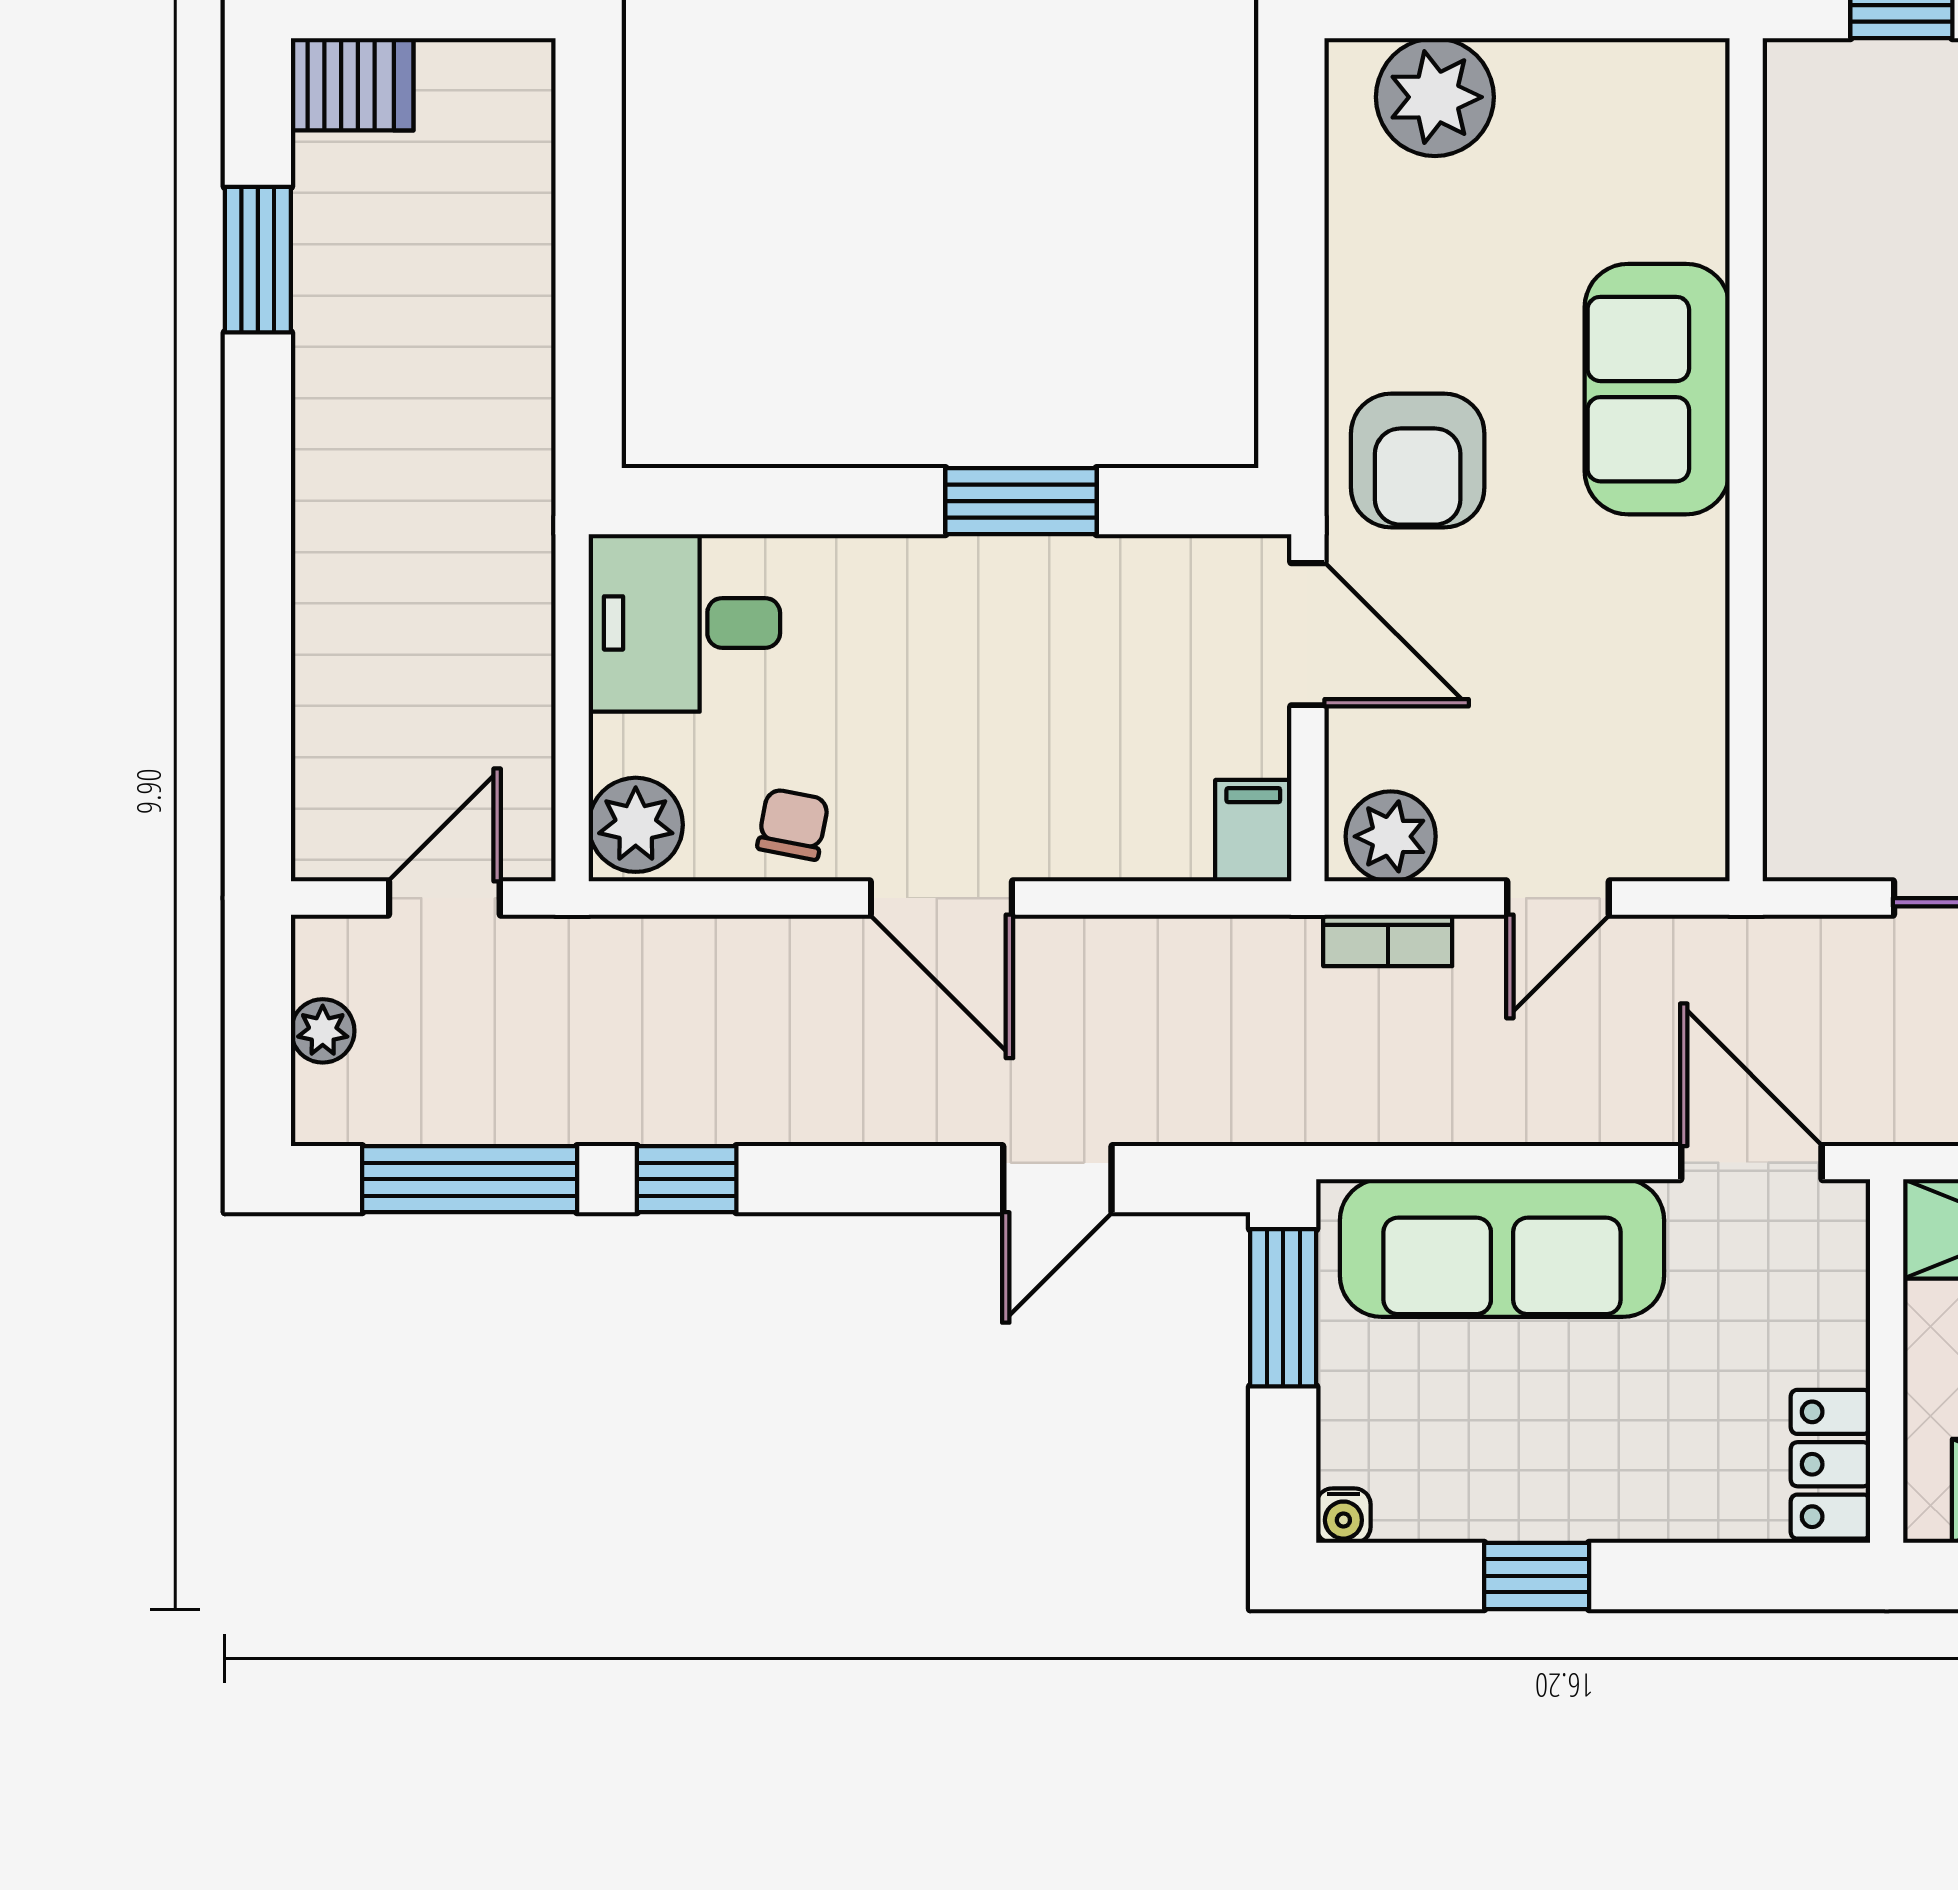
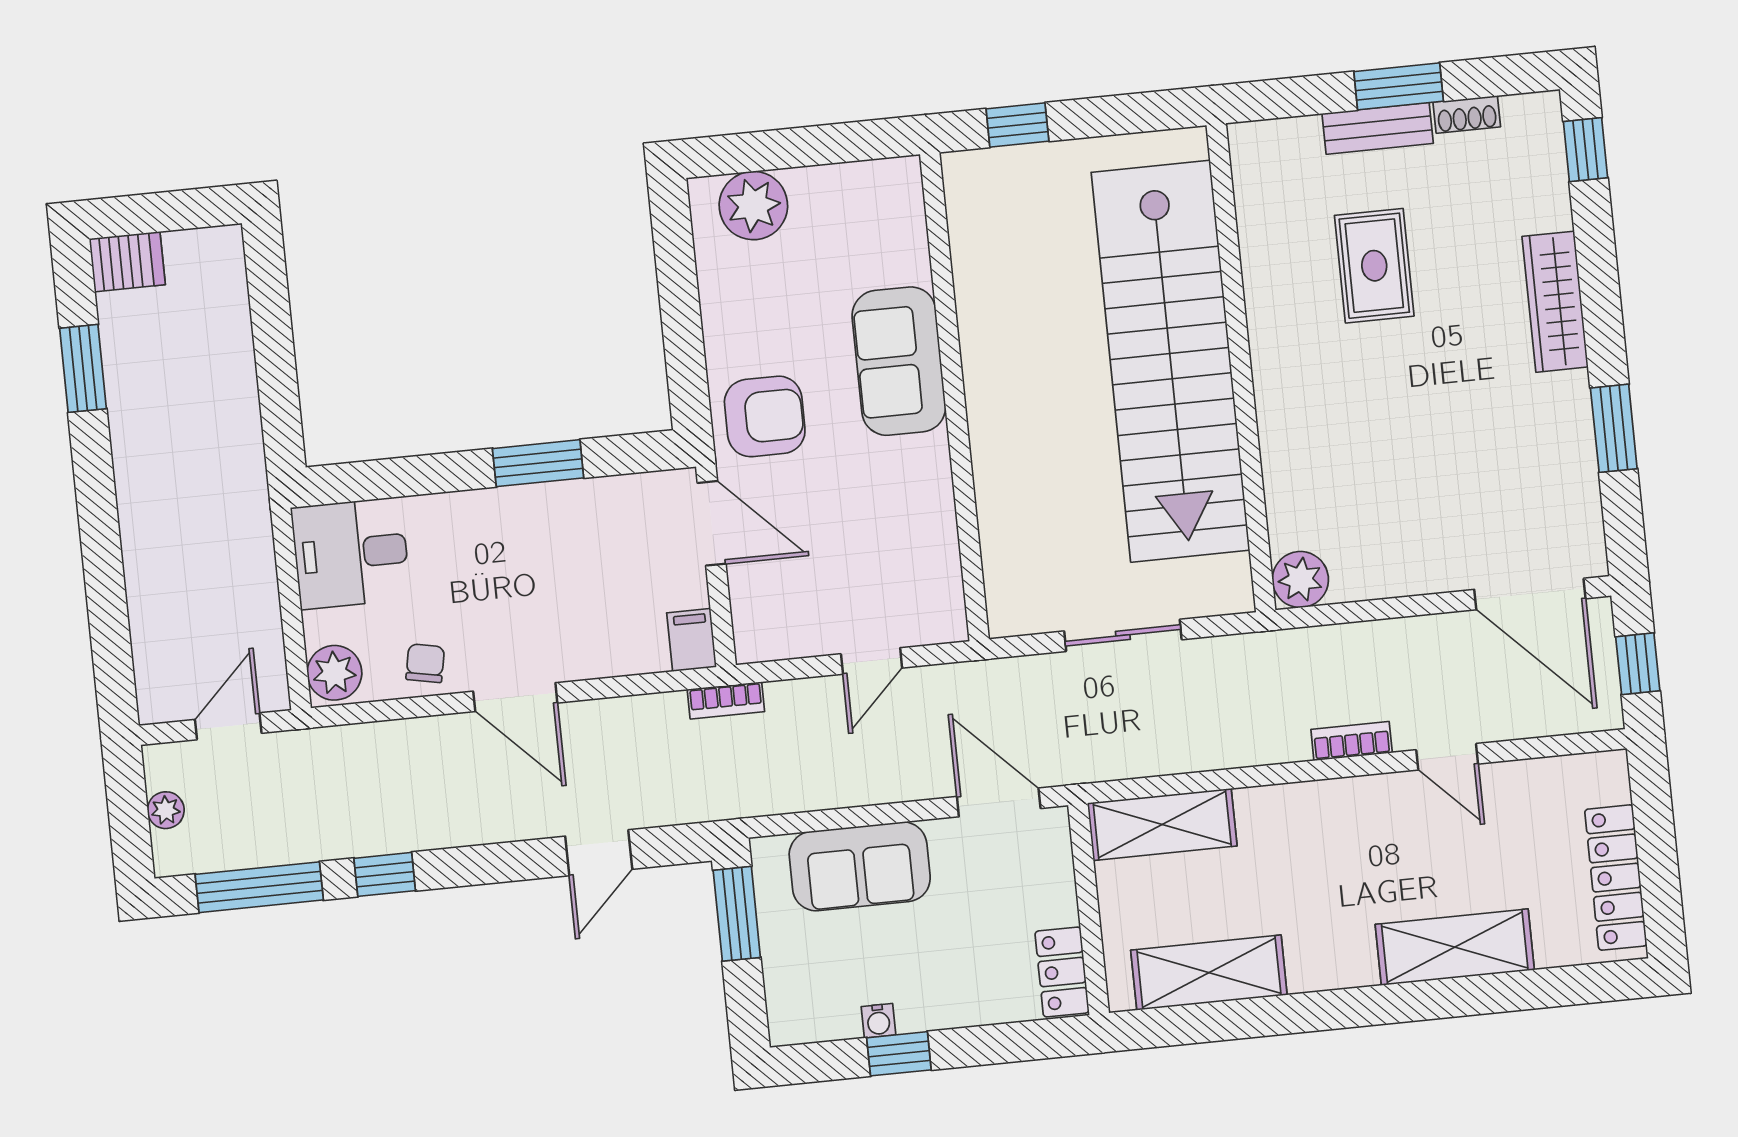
armchair: (1418, 461) -> (765, 416), turned -90
plant: (1391, 836) -> (771, 635), removed
bookcase: (1388, 940) -> (726, 700), moved
sofa: (1502, 1248) -> (860, 866), width x0.73
water cooler: (1343, 1516) -> (878, 1021), moved

